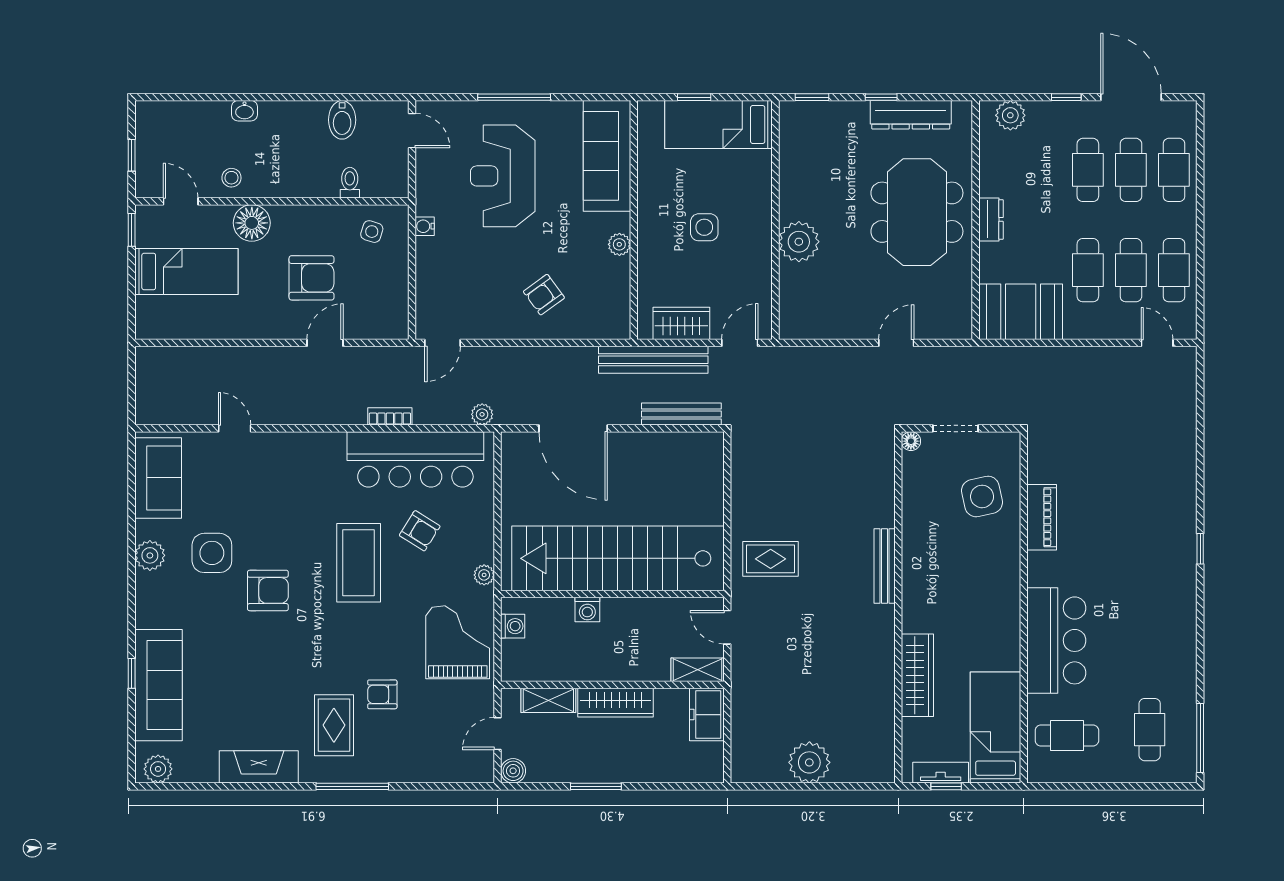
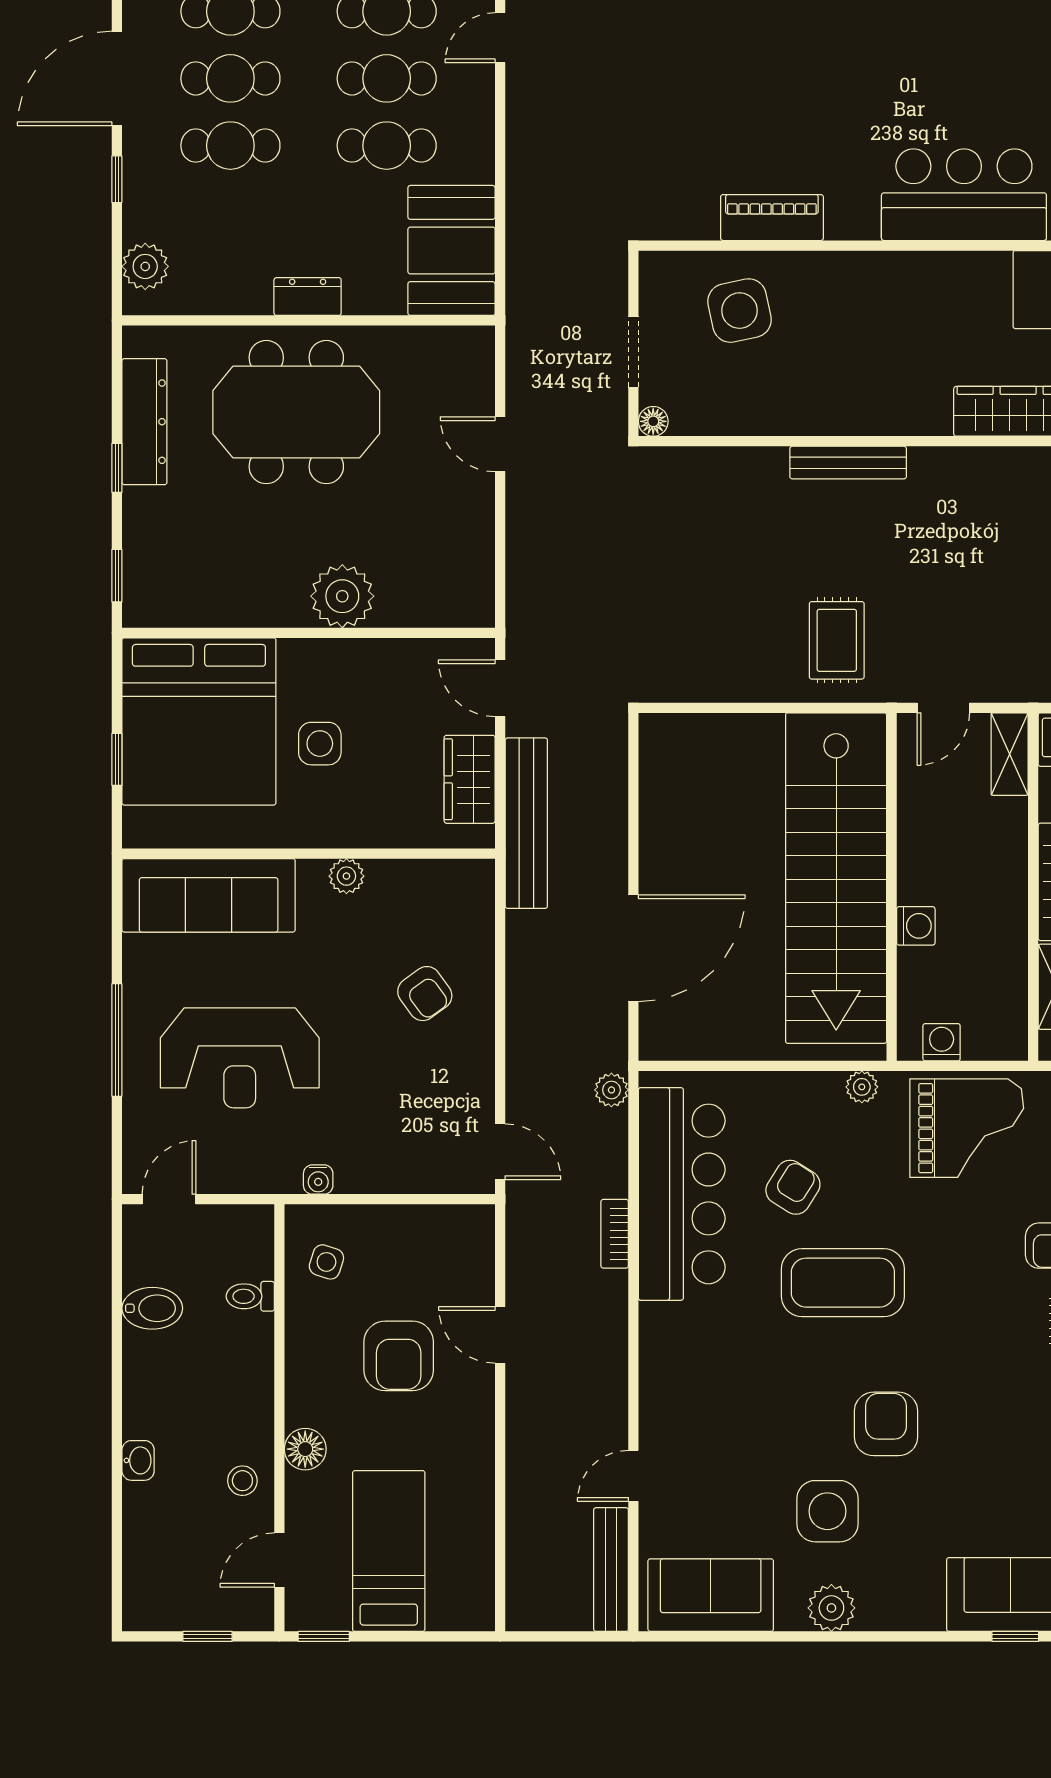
bed: (718, 125) -> (199, 721), width x2.04
floor lamp: (252, 223) -> (305, 1449), width x0.73, depth x0.73
armchair: (312, 278) -> (399, 1356), turned 180
bench: (681, 414) -> (611, 1570), moved
grand piano: (458, 642) -> (967, 1128), turned 180

